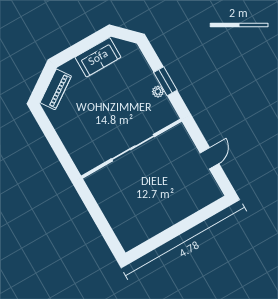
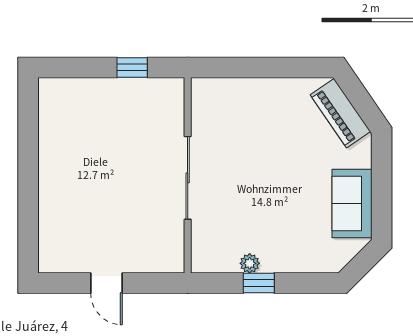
window: (165, 81) -> (259, 283), width x0.67
window: (93, 208) -> (132, 67), added

